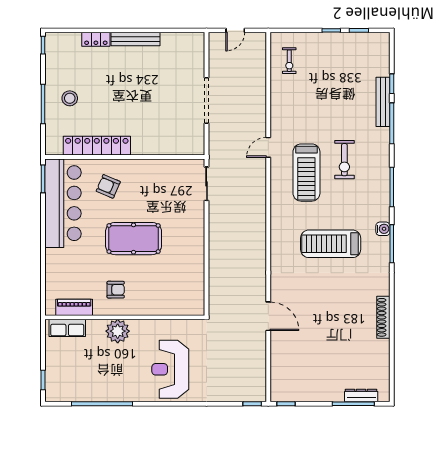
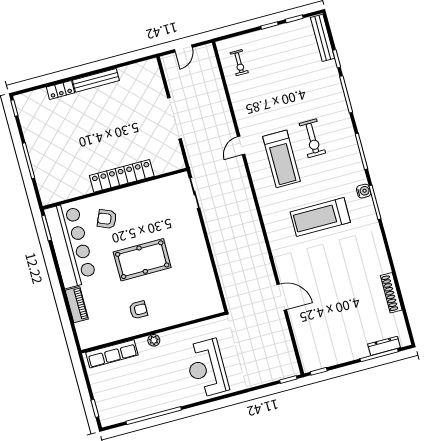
stool: (70, 98) -> (51, 149), removed
bench: (383, 102) -> (323, 38), moved
locker: (97, 146) -> (122, 176), moved
piano: (74, 307) -> (77, 305), moved, turned 90
shoe rack: (383, 317) -> (391, 293), moved
row of seats: (67, 328) -> (112, 354), width x1.48
plant: (118, 331) -> (154, 340), width x0.53, depth x0.53

